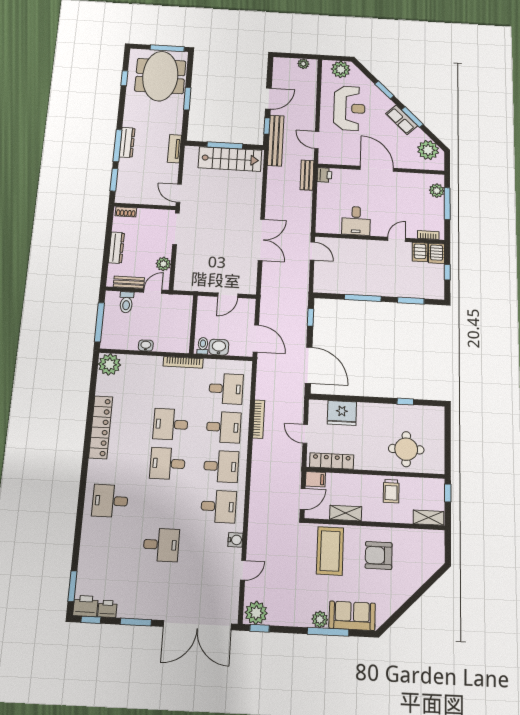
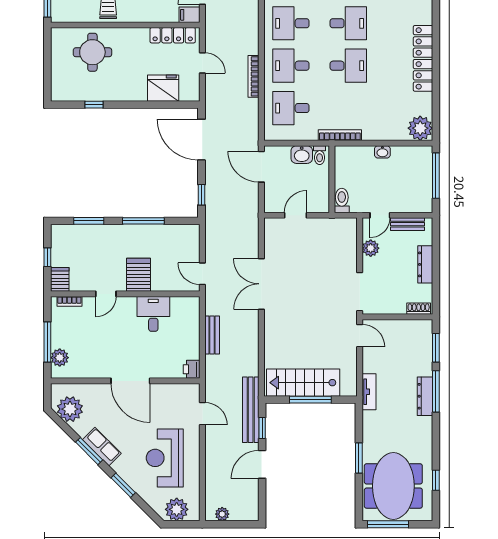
bench: (307, 175) -> (212, 335), moved
server rack: (420, 252) -> (138, 275), moved, width x1.36, depth x1.44
toilet: (126, 302) -> (342, 200), moved

